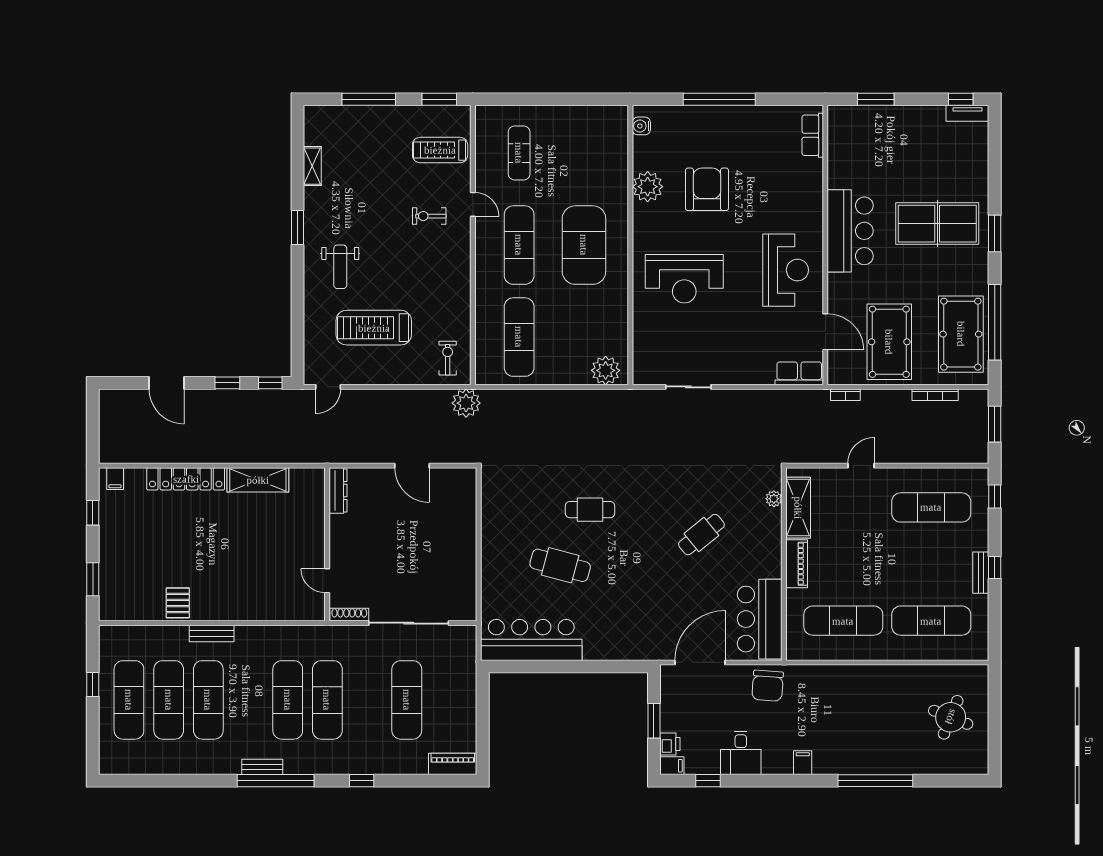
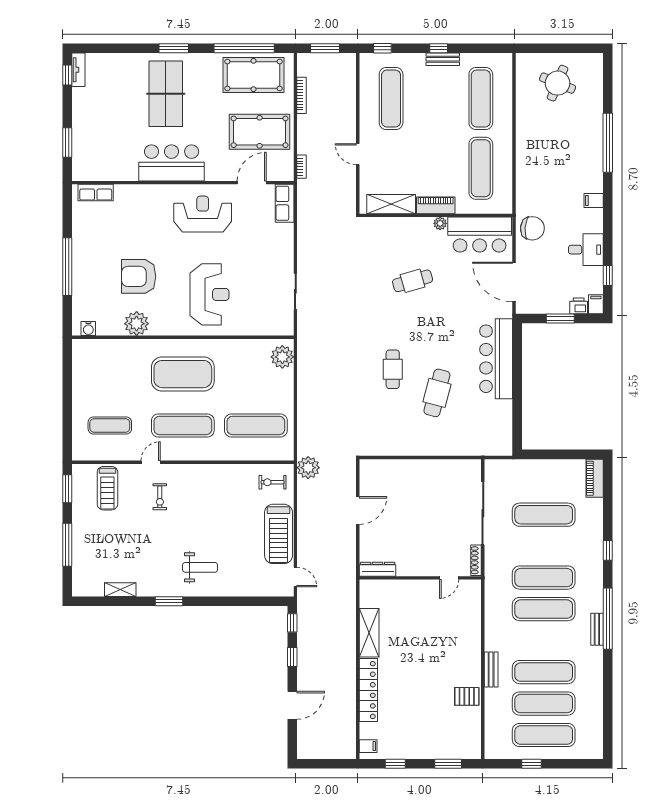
treadmill: (374, 328) -> (279, 534), moved
plant: (774, 499) -> (440, 223), moved
cafe table: (701, 535) -> (413, 281), turned -67
bar counter: (531, 640) -> (496, 359), moved

